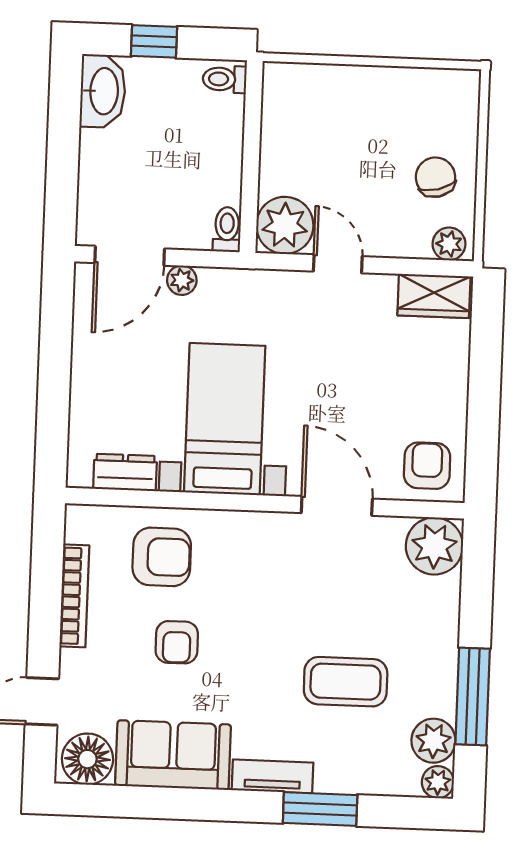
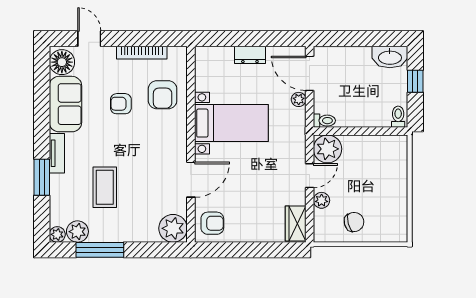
plant: (449, 244) -> (322, 200), moved
dresser: (125, 472) -> (250, 55), moved, turned 90

